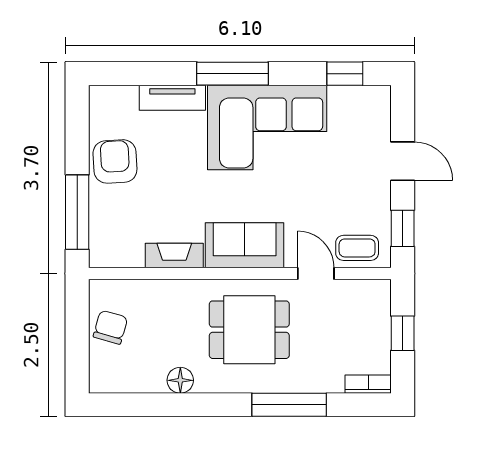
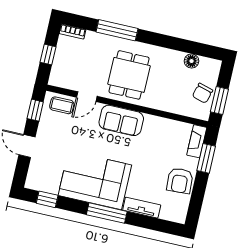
window: (77, 212) -> (206, 158), width x0.69
fireplace: (174, 255) -> (197, 141), moved, turned 90
door: (316, 273) -> (87, 97), hinge flipped
window: (77, 321) -> (219, 100), added
dining table: (249, 330) -> (129, 75), turned 90
floor lamp: (180, 380) -> (192, 61), moved

